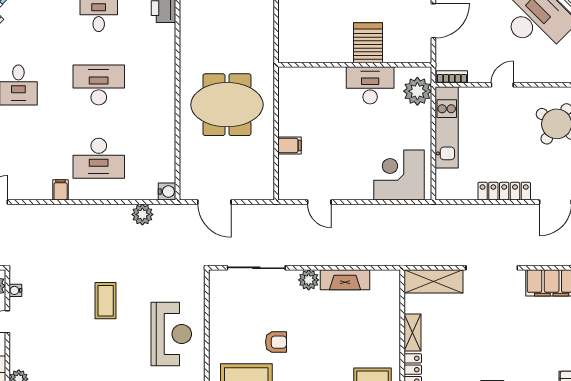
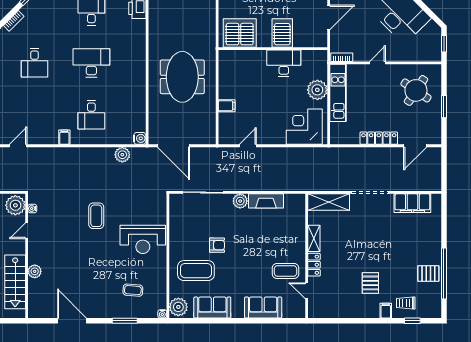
server rack: (308, 43) -> (240, 33), added
plant: (417, 91) -> (317, 90), moved
meeting table: (227, 105) -> (182, 77), turned 90
desk: (99, 158) -> (91, 115), width x0.73
door: (214, 202) -> (173, 146), width x1.36
door: (319, 202) -> (248, 146), swing flipped
reception desk: (171, 334) -> (143, 239), turned 90

